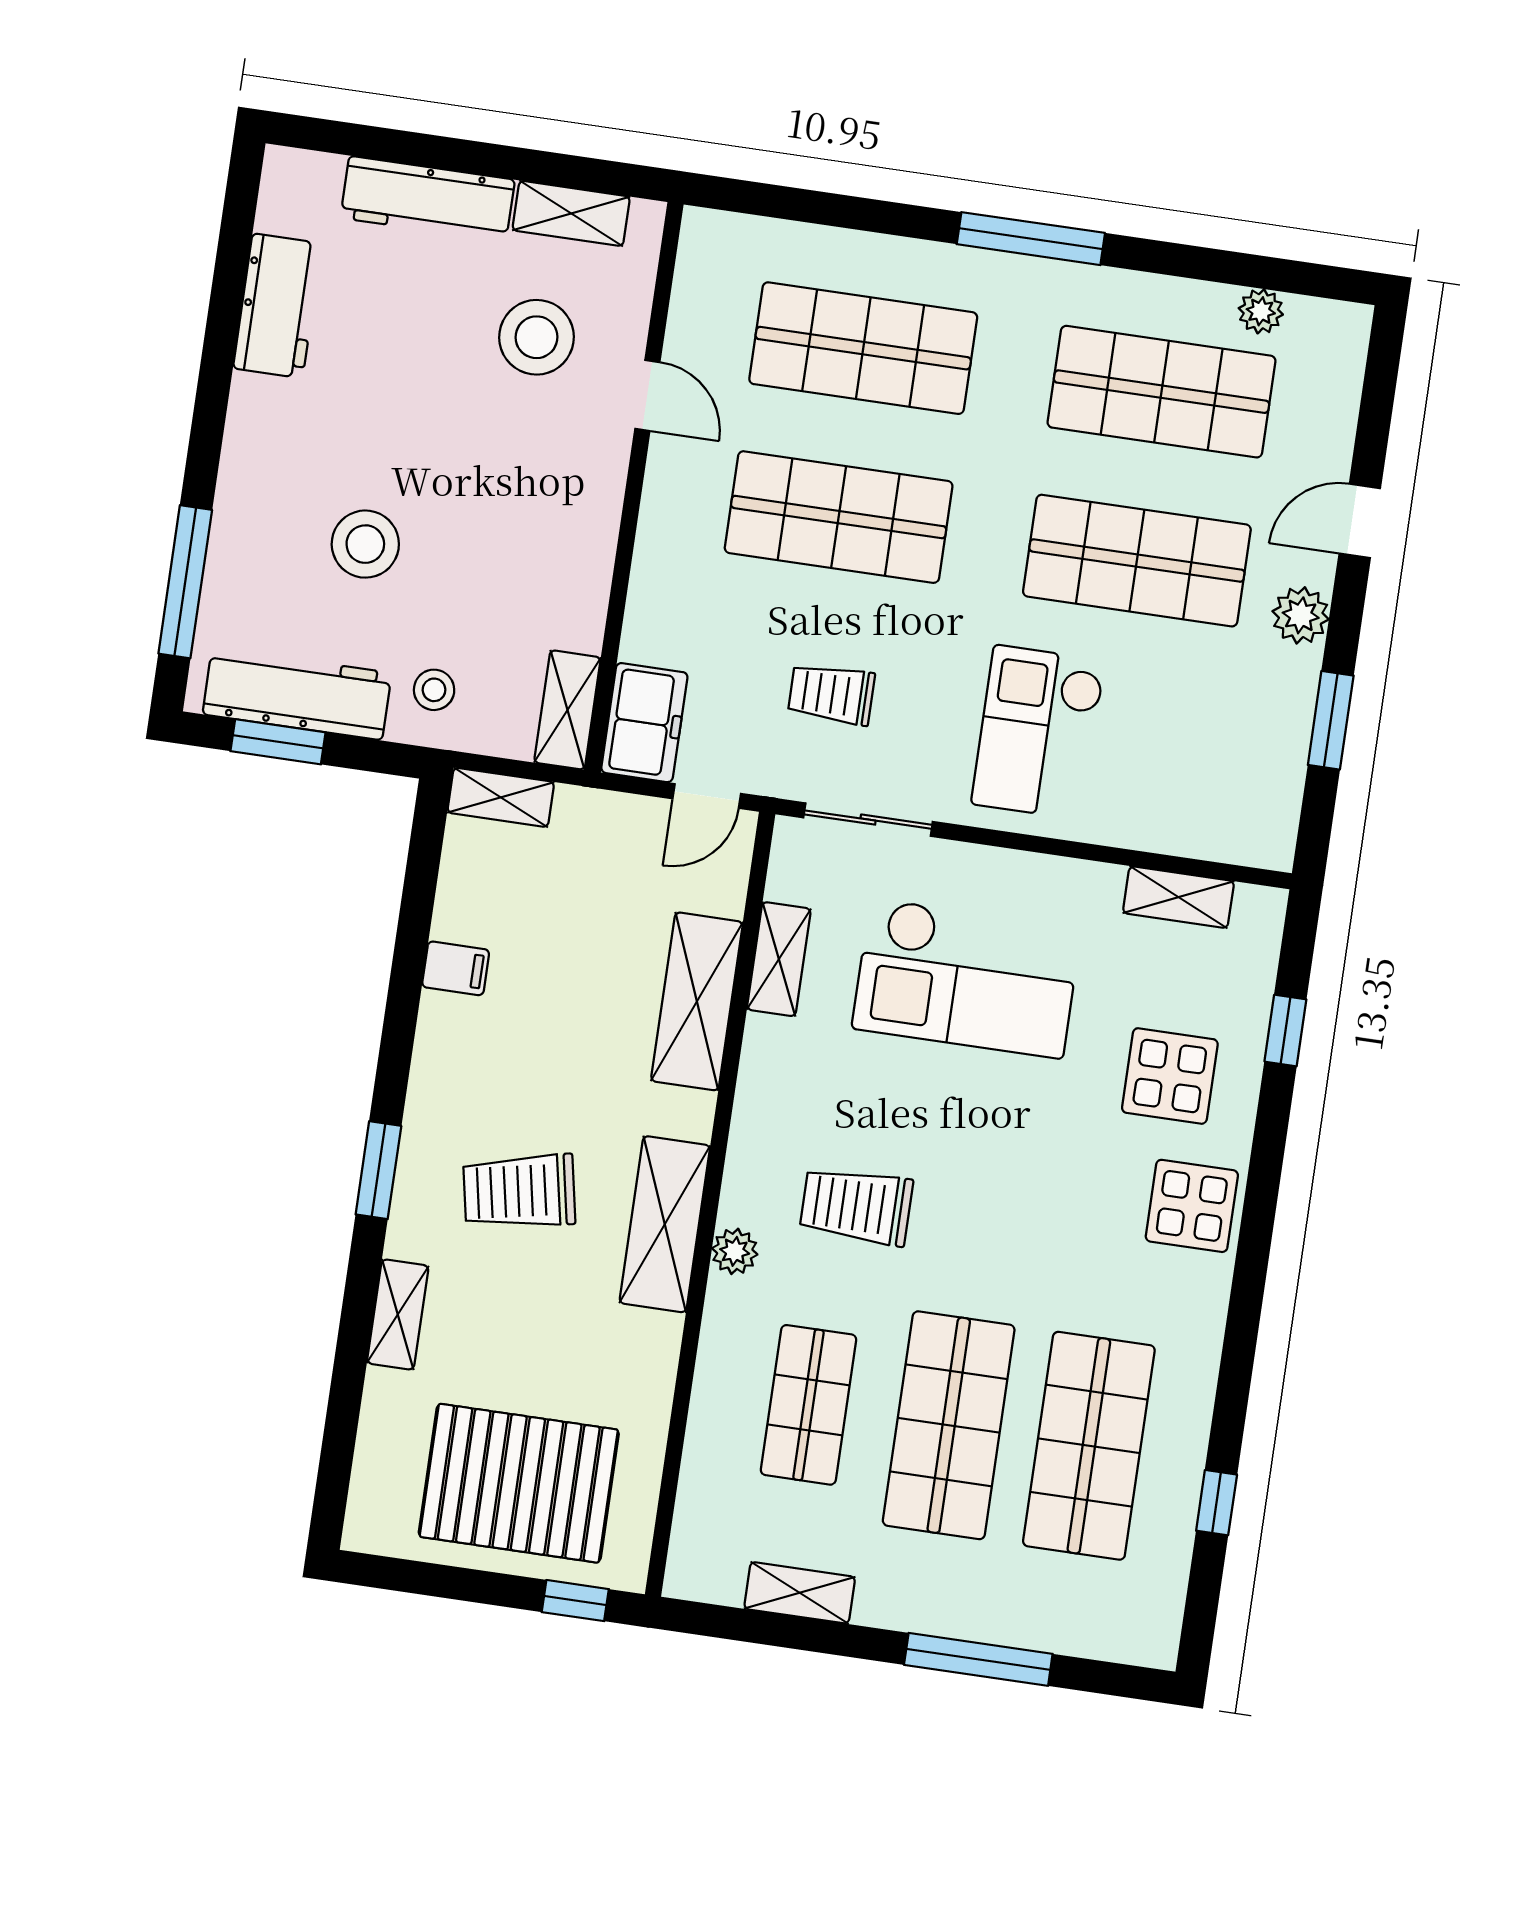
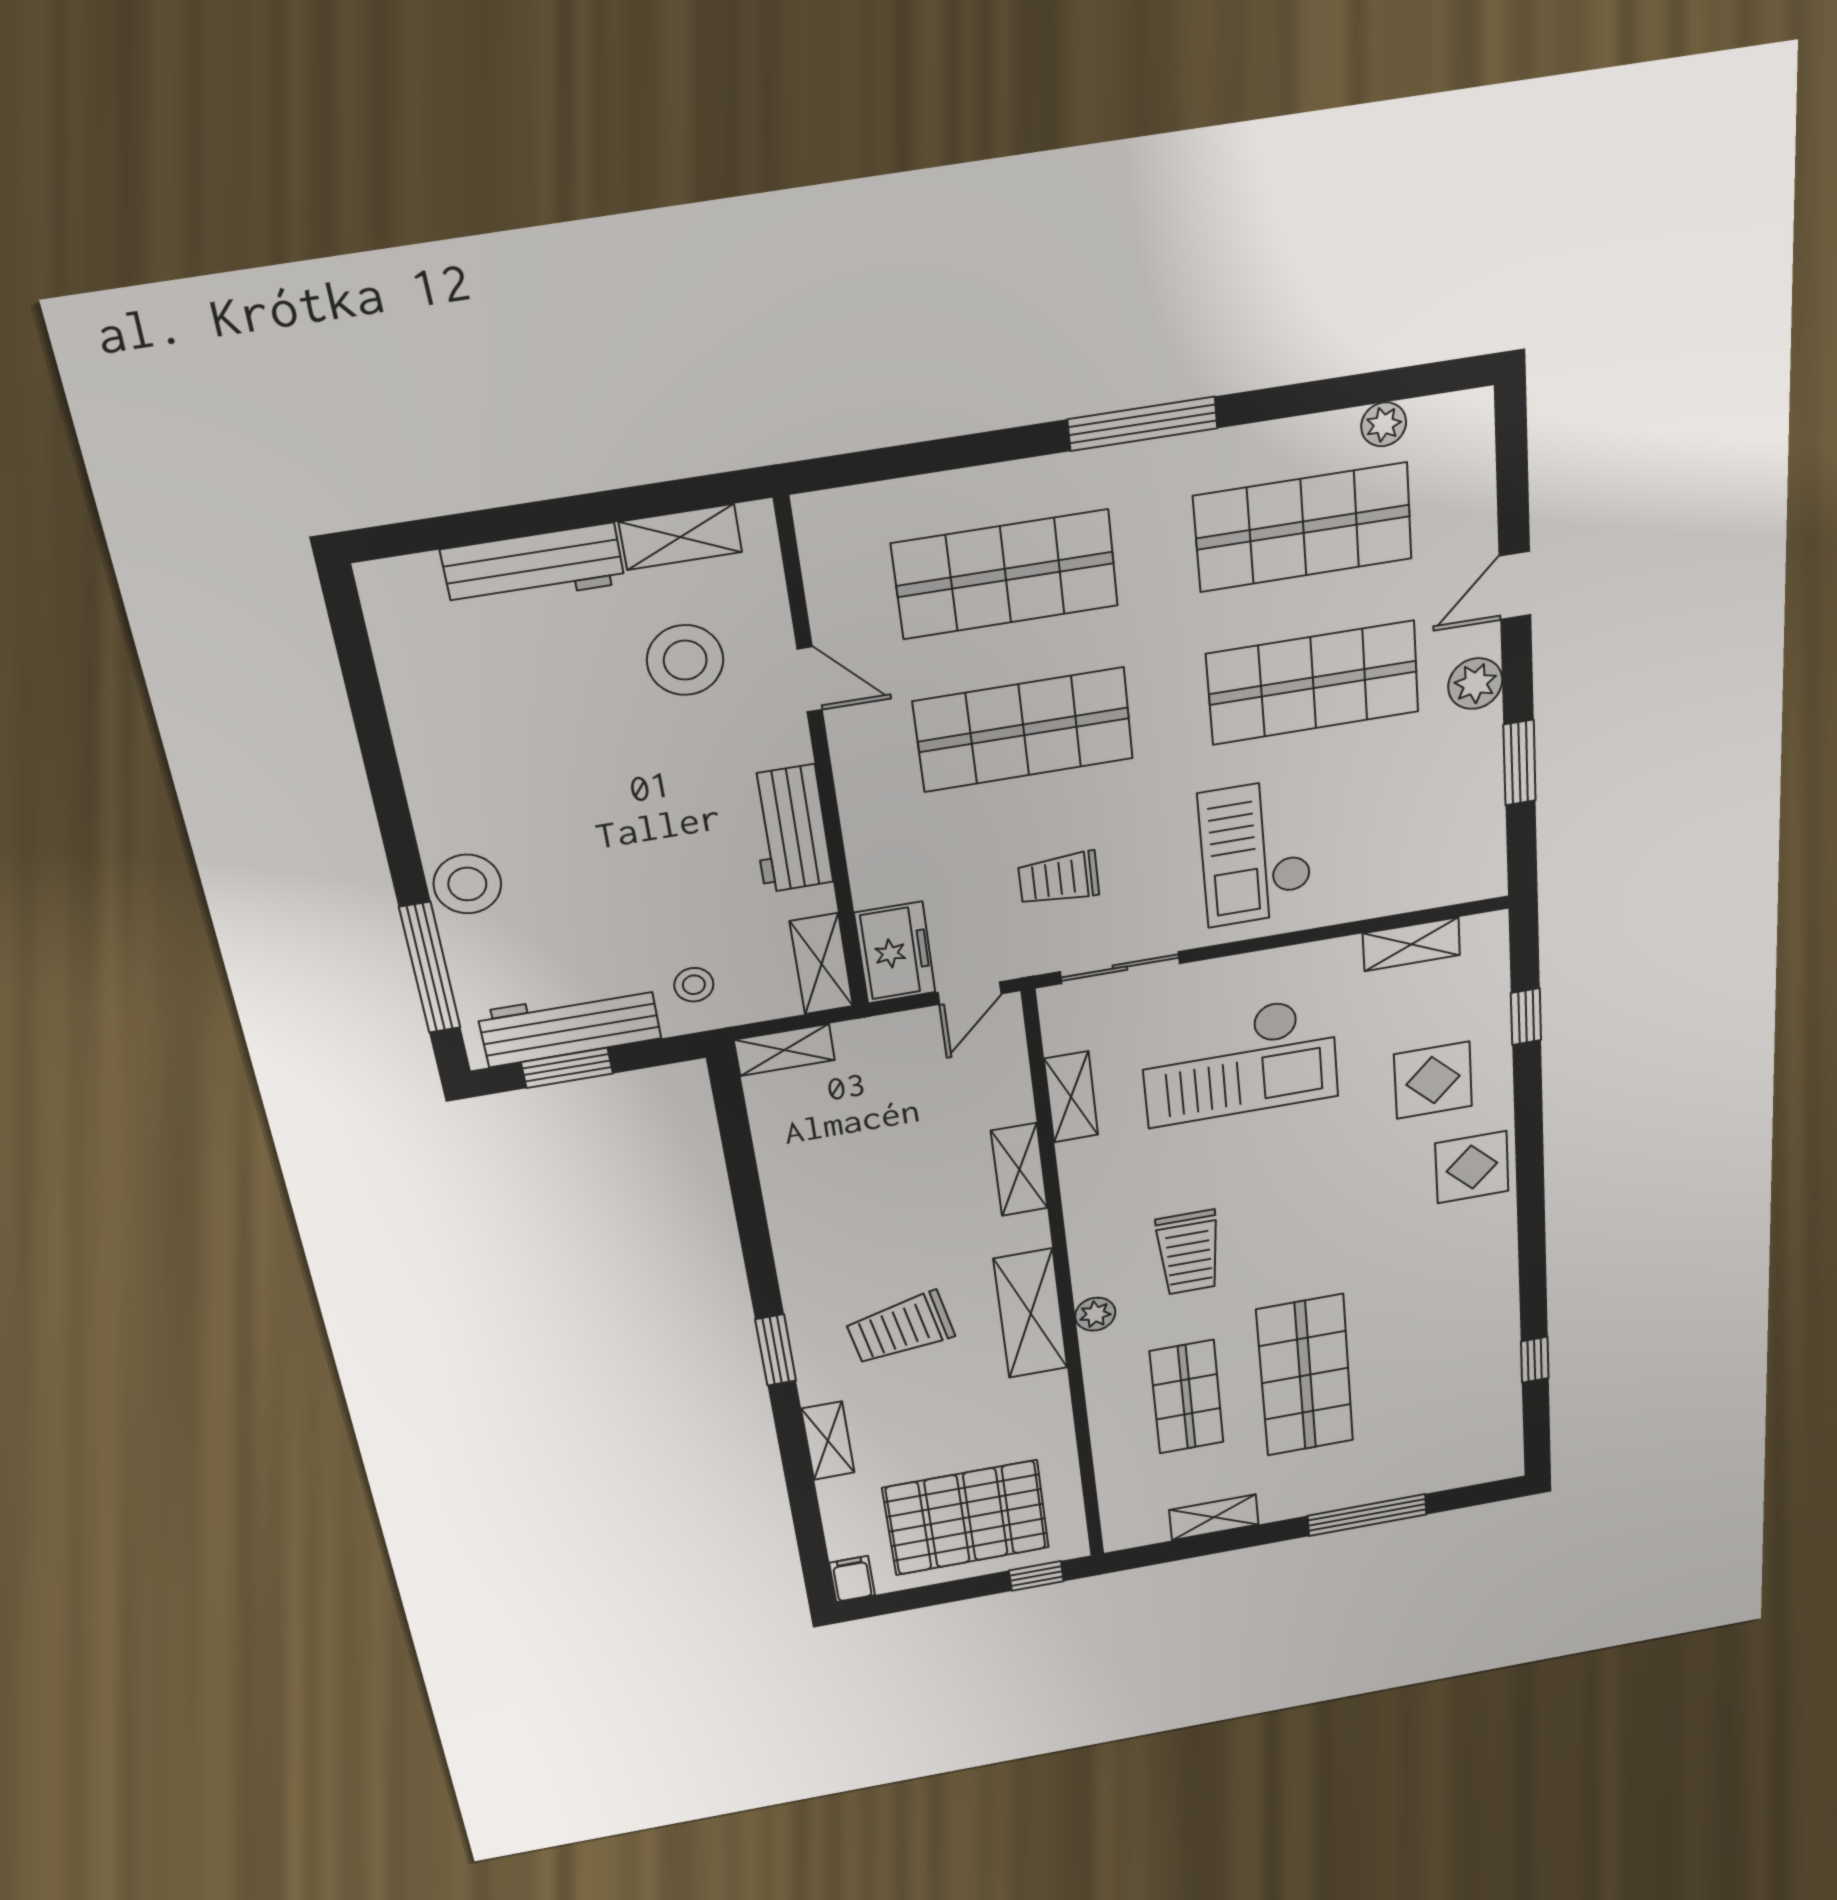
workbench: (278, 306) -> (790, 829), moved, turned 180
stool: (365, 544) -> (467, 884), moved
filing cabinet: (456, 968) -> (852, 1579), moved, turned -90
shelving: (697, 1001) -> (1019, 1170), width x0.67, depth x0.75
trolley: (856, 1206) -> (1189, 1252), turned -90
shop shelf: (1089, 1446) -> (1423, 1354), removed

